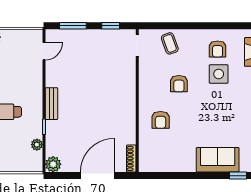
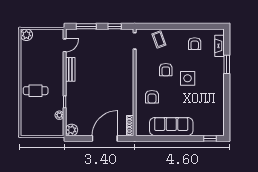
side table: (219, 74) -> (188, 78), moved
bench: (51, 104) -> (70, 69), moved
sofa: (218, 160) -> (171, 127), moved, width x1.36

